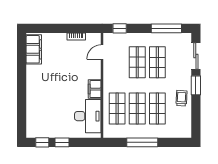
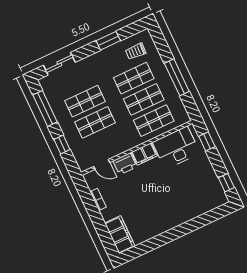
window: (120, 28) -> (62, 144), moved
filing cabinet: (34, 49) -> (120, 235), moved, turned 90
printer: (94, 70) -> (125, 164), added
window: (196, 85) -> (108, 41), moved
trolley: (181, 98) -> (136, 51), moved
window: (62, 142) -> (207, 141), moved

